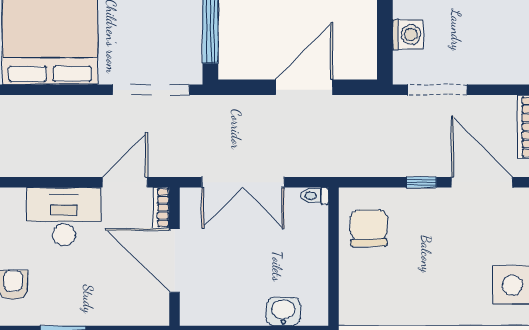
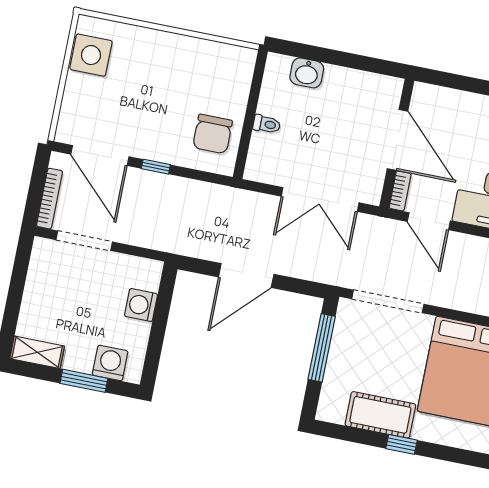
doorway: (437, 90) -> (84, 241), moved
door: (125, 182) -> (429, 221), hinge flipped
double door: (243, 182) -> (320, 199), swing flipped
toilet: (314, 196) -> (267, 124), moved

